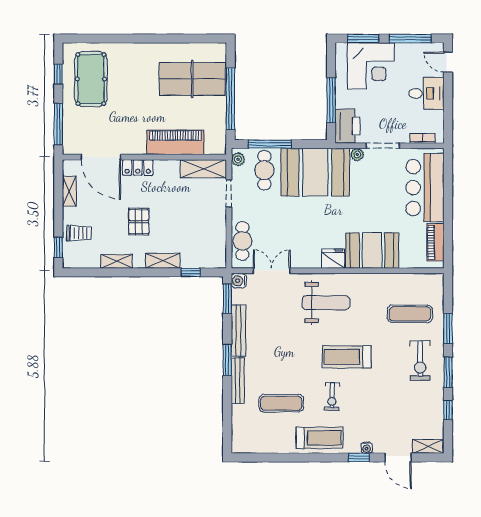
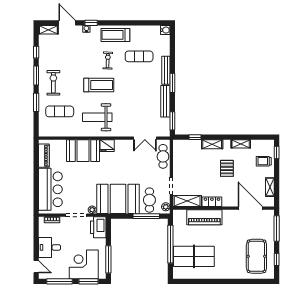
window: (331, 100) -> (108, 259), moved
locker: (138, 168) -> (212, 202), moved
water cooler: (239, 281) -> (165, 30), moved
weight bench: (326, 303) -> (97, 117), moved

